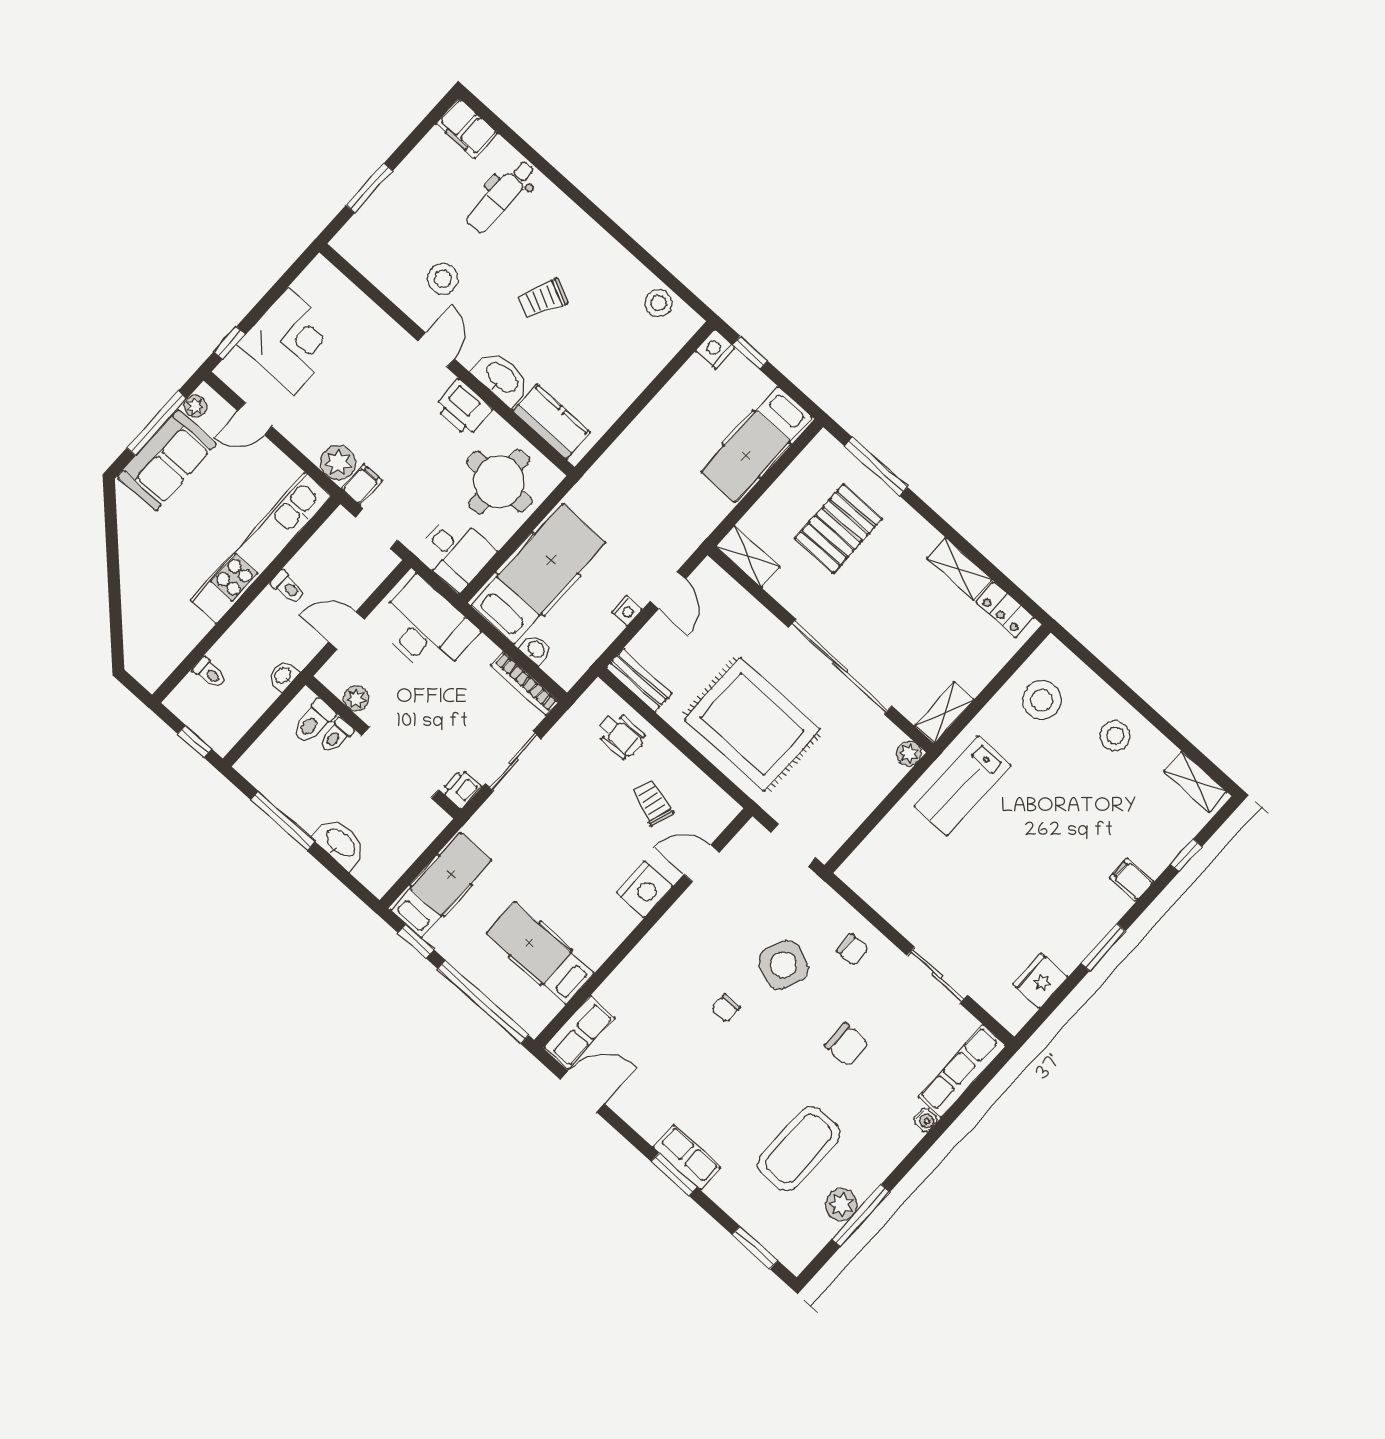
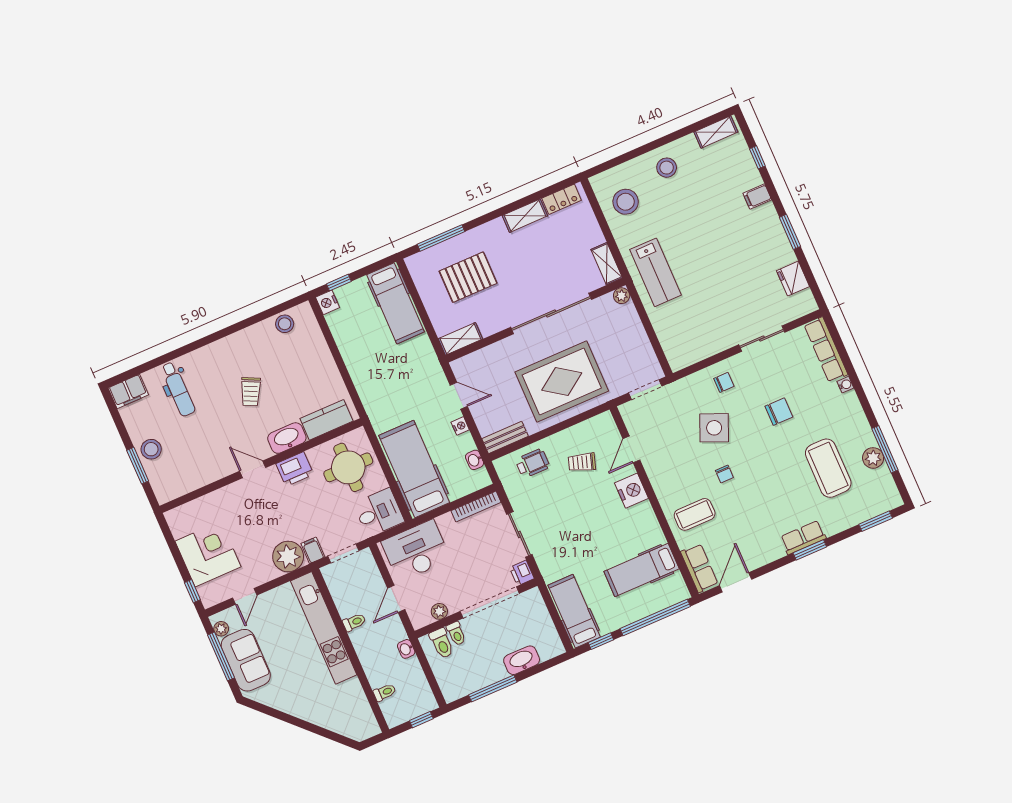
stool: (443, 279) -> (151, 449), moved
plant: (338, 463) -> (288, 556), width x1.36, depth x1.36
pallet: (838, 529) -> (468, 277), turned 90
washbasin: (536, 650) -> (475, 460), moved, turned -90
coffee table: (651, 992) -> (695, 514), added

